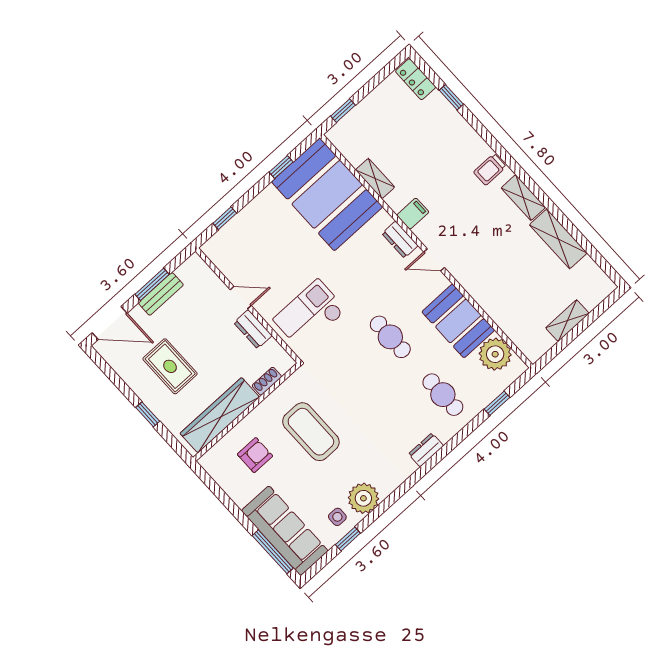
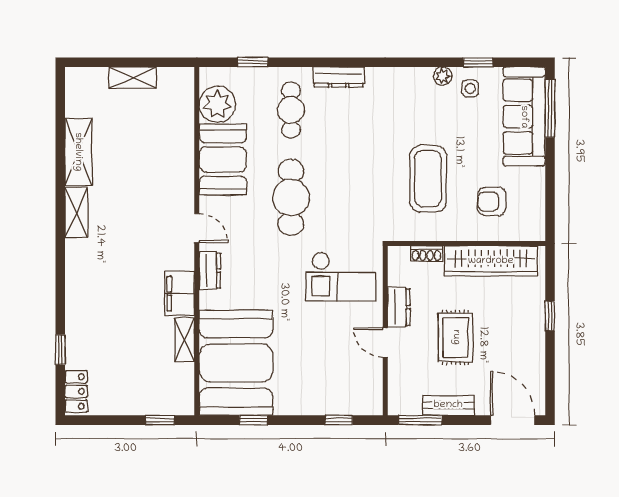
trolley: (490, 169) -> (83, 261), removed
filing cabinet: (413, 214) -> (180, 294), width x2.00
window: (152, 284) -> (420, 420), moved
cafe table: (390, 337) -> (291, 197), width x1.37, depth x1.35
rug: (170, 366) -> (456, 337), moved
dresser: (426, 450) -> (339, 77), width x1.44
plant: (363, 498) -> (443, 76), width x0.53, depth x0.53

